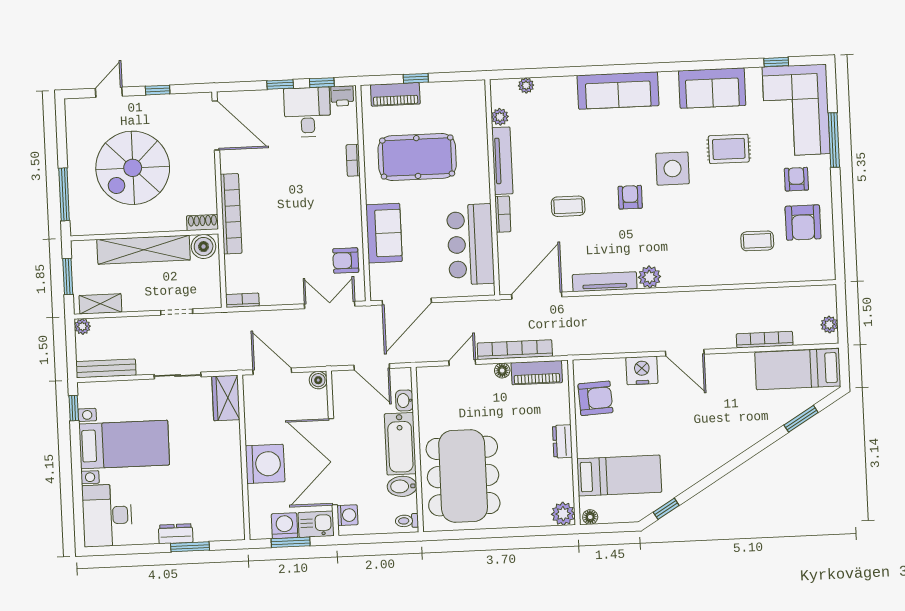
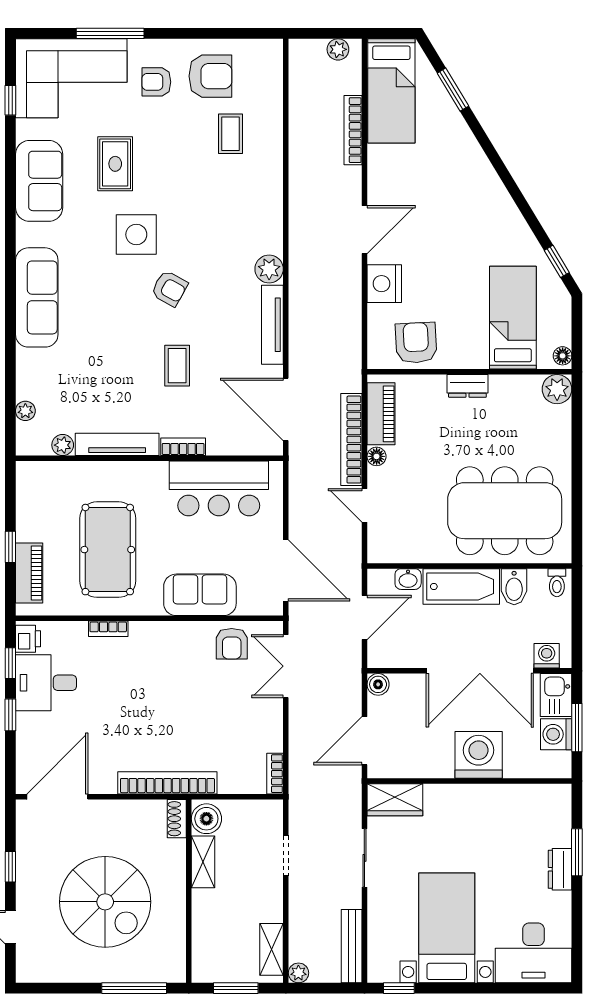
armchair: (630, 197) -> (169, 288), turned -151
shelving: (144, 250) -> (203, 862), width x0.45, depth x0.75

